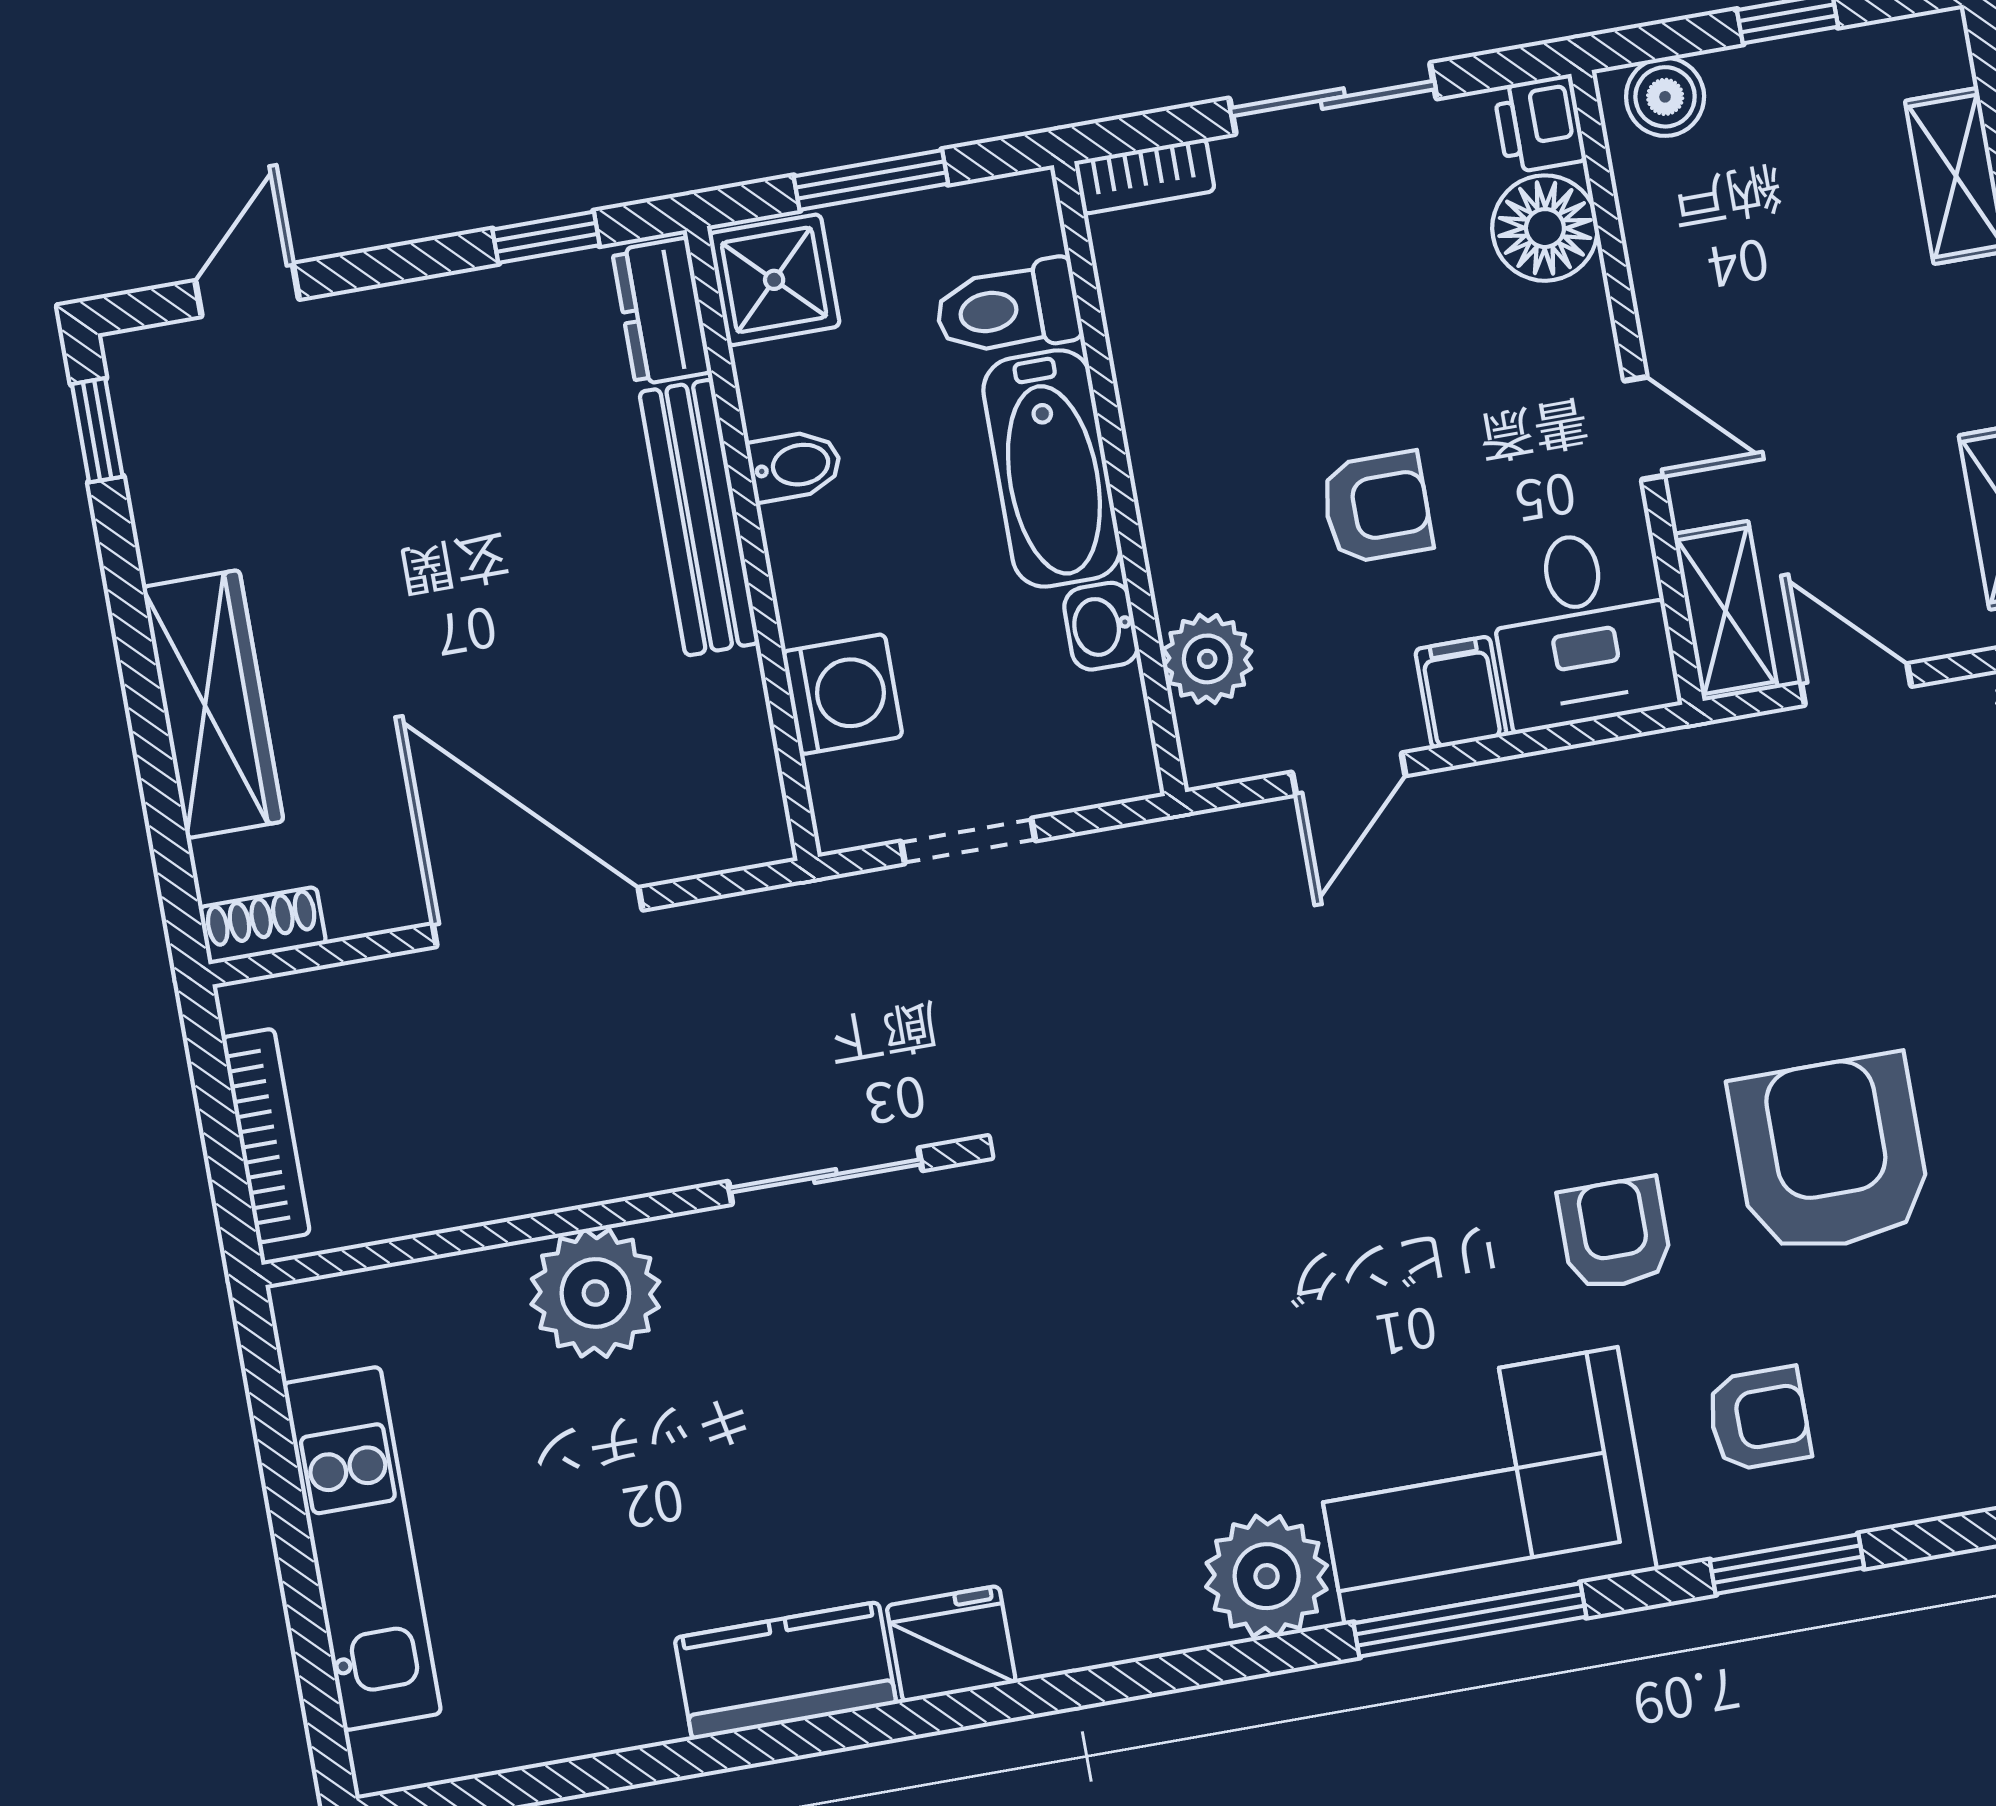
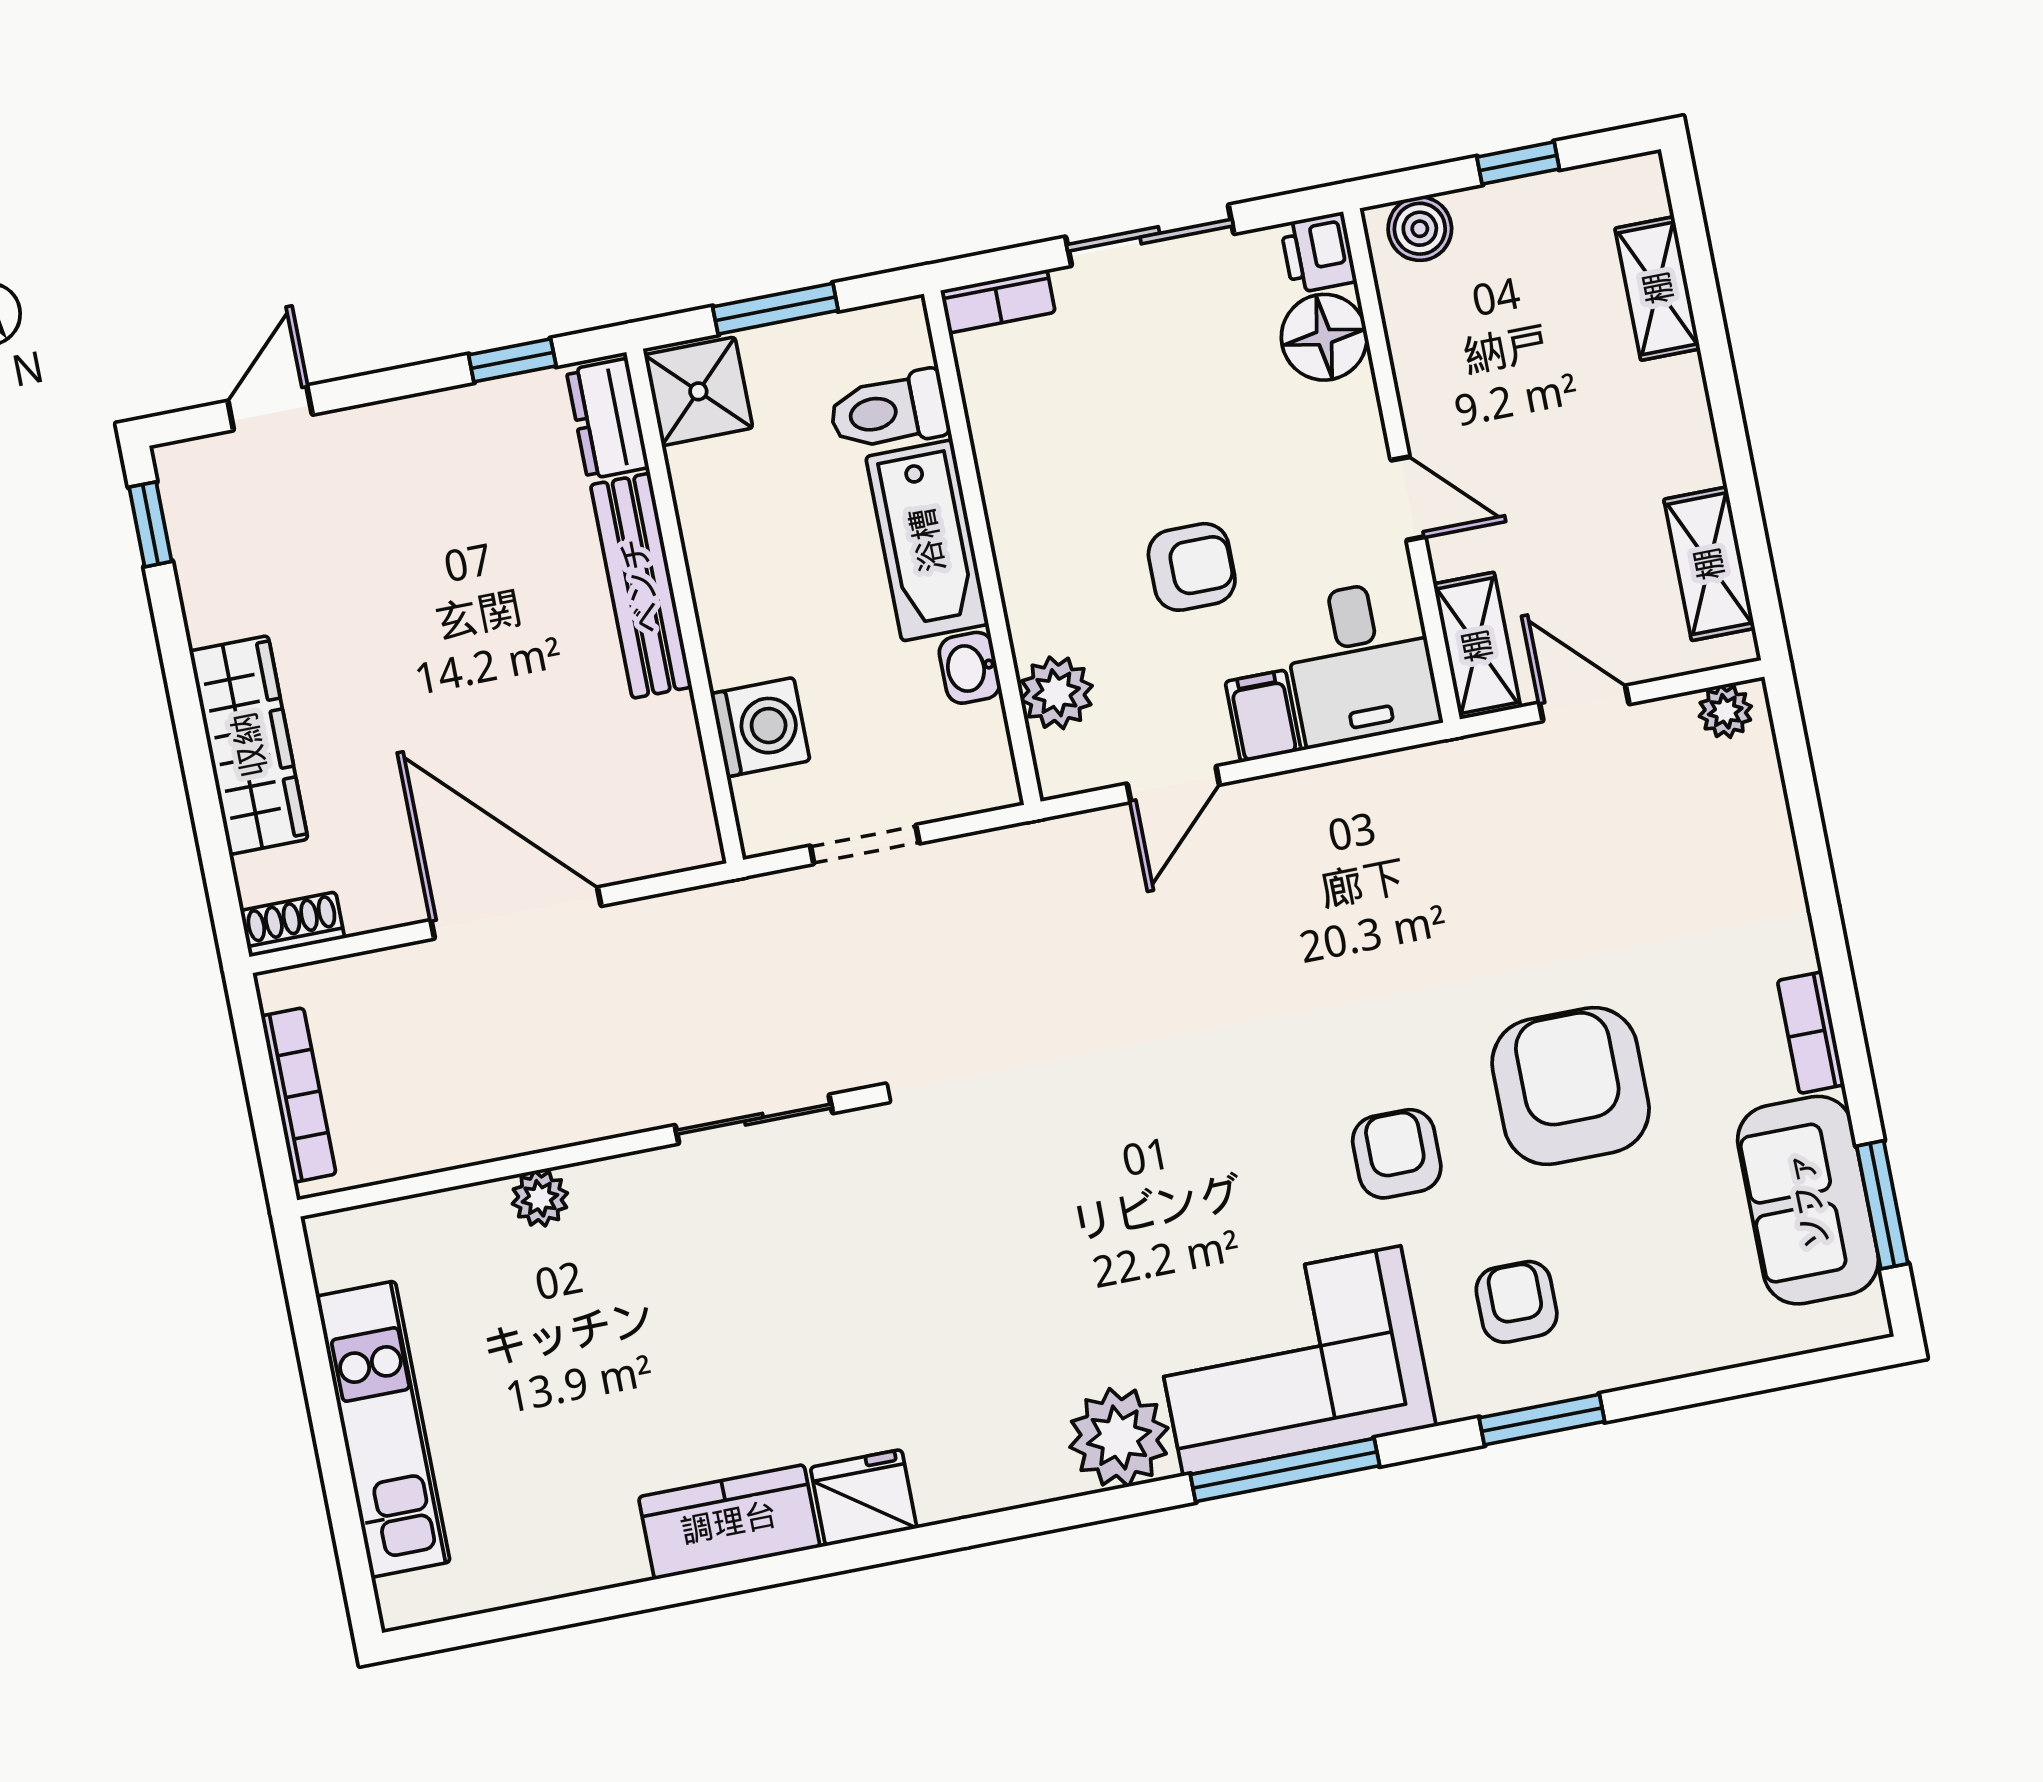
bidet: (794, 466) -> (718, 542), removed
plant: (595, 1293) -> (540, 1198), width x0.53, depth x0.53
armchair: (1759, 1419) -> (1517, 1302), turned -90

